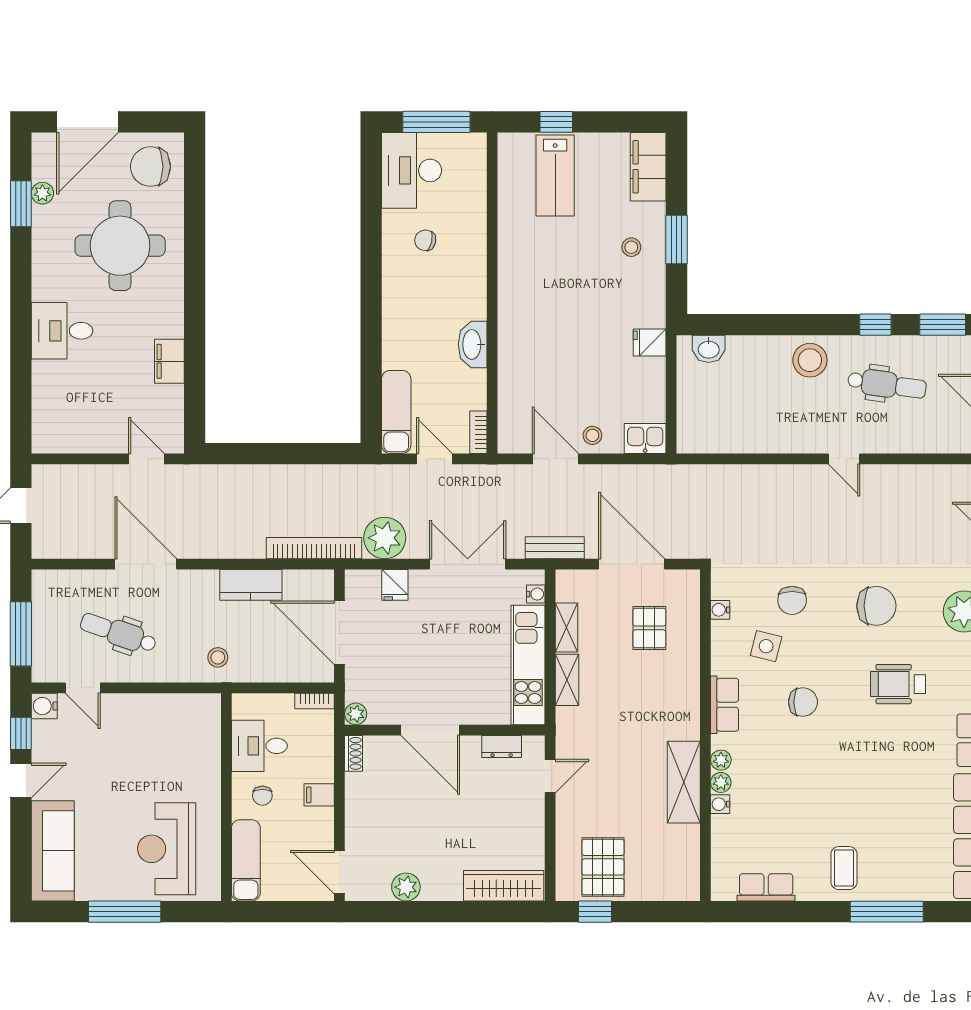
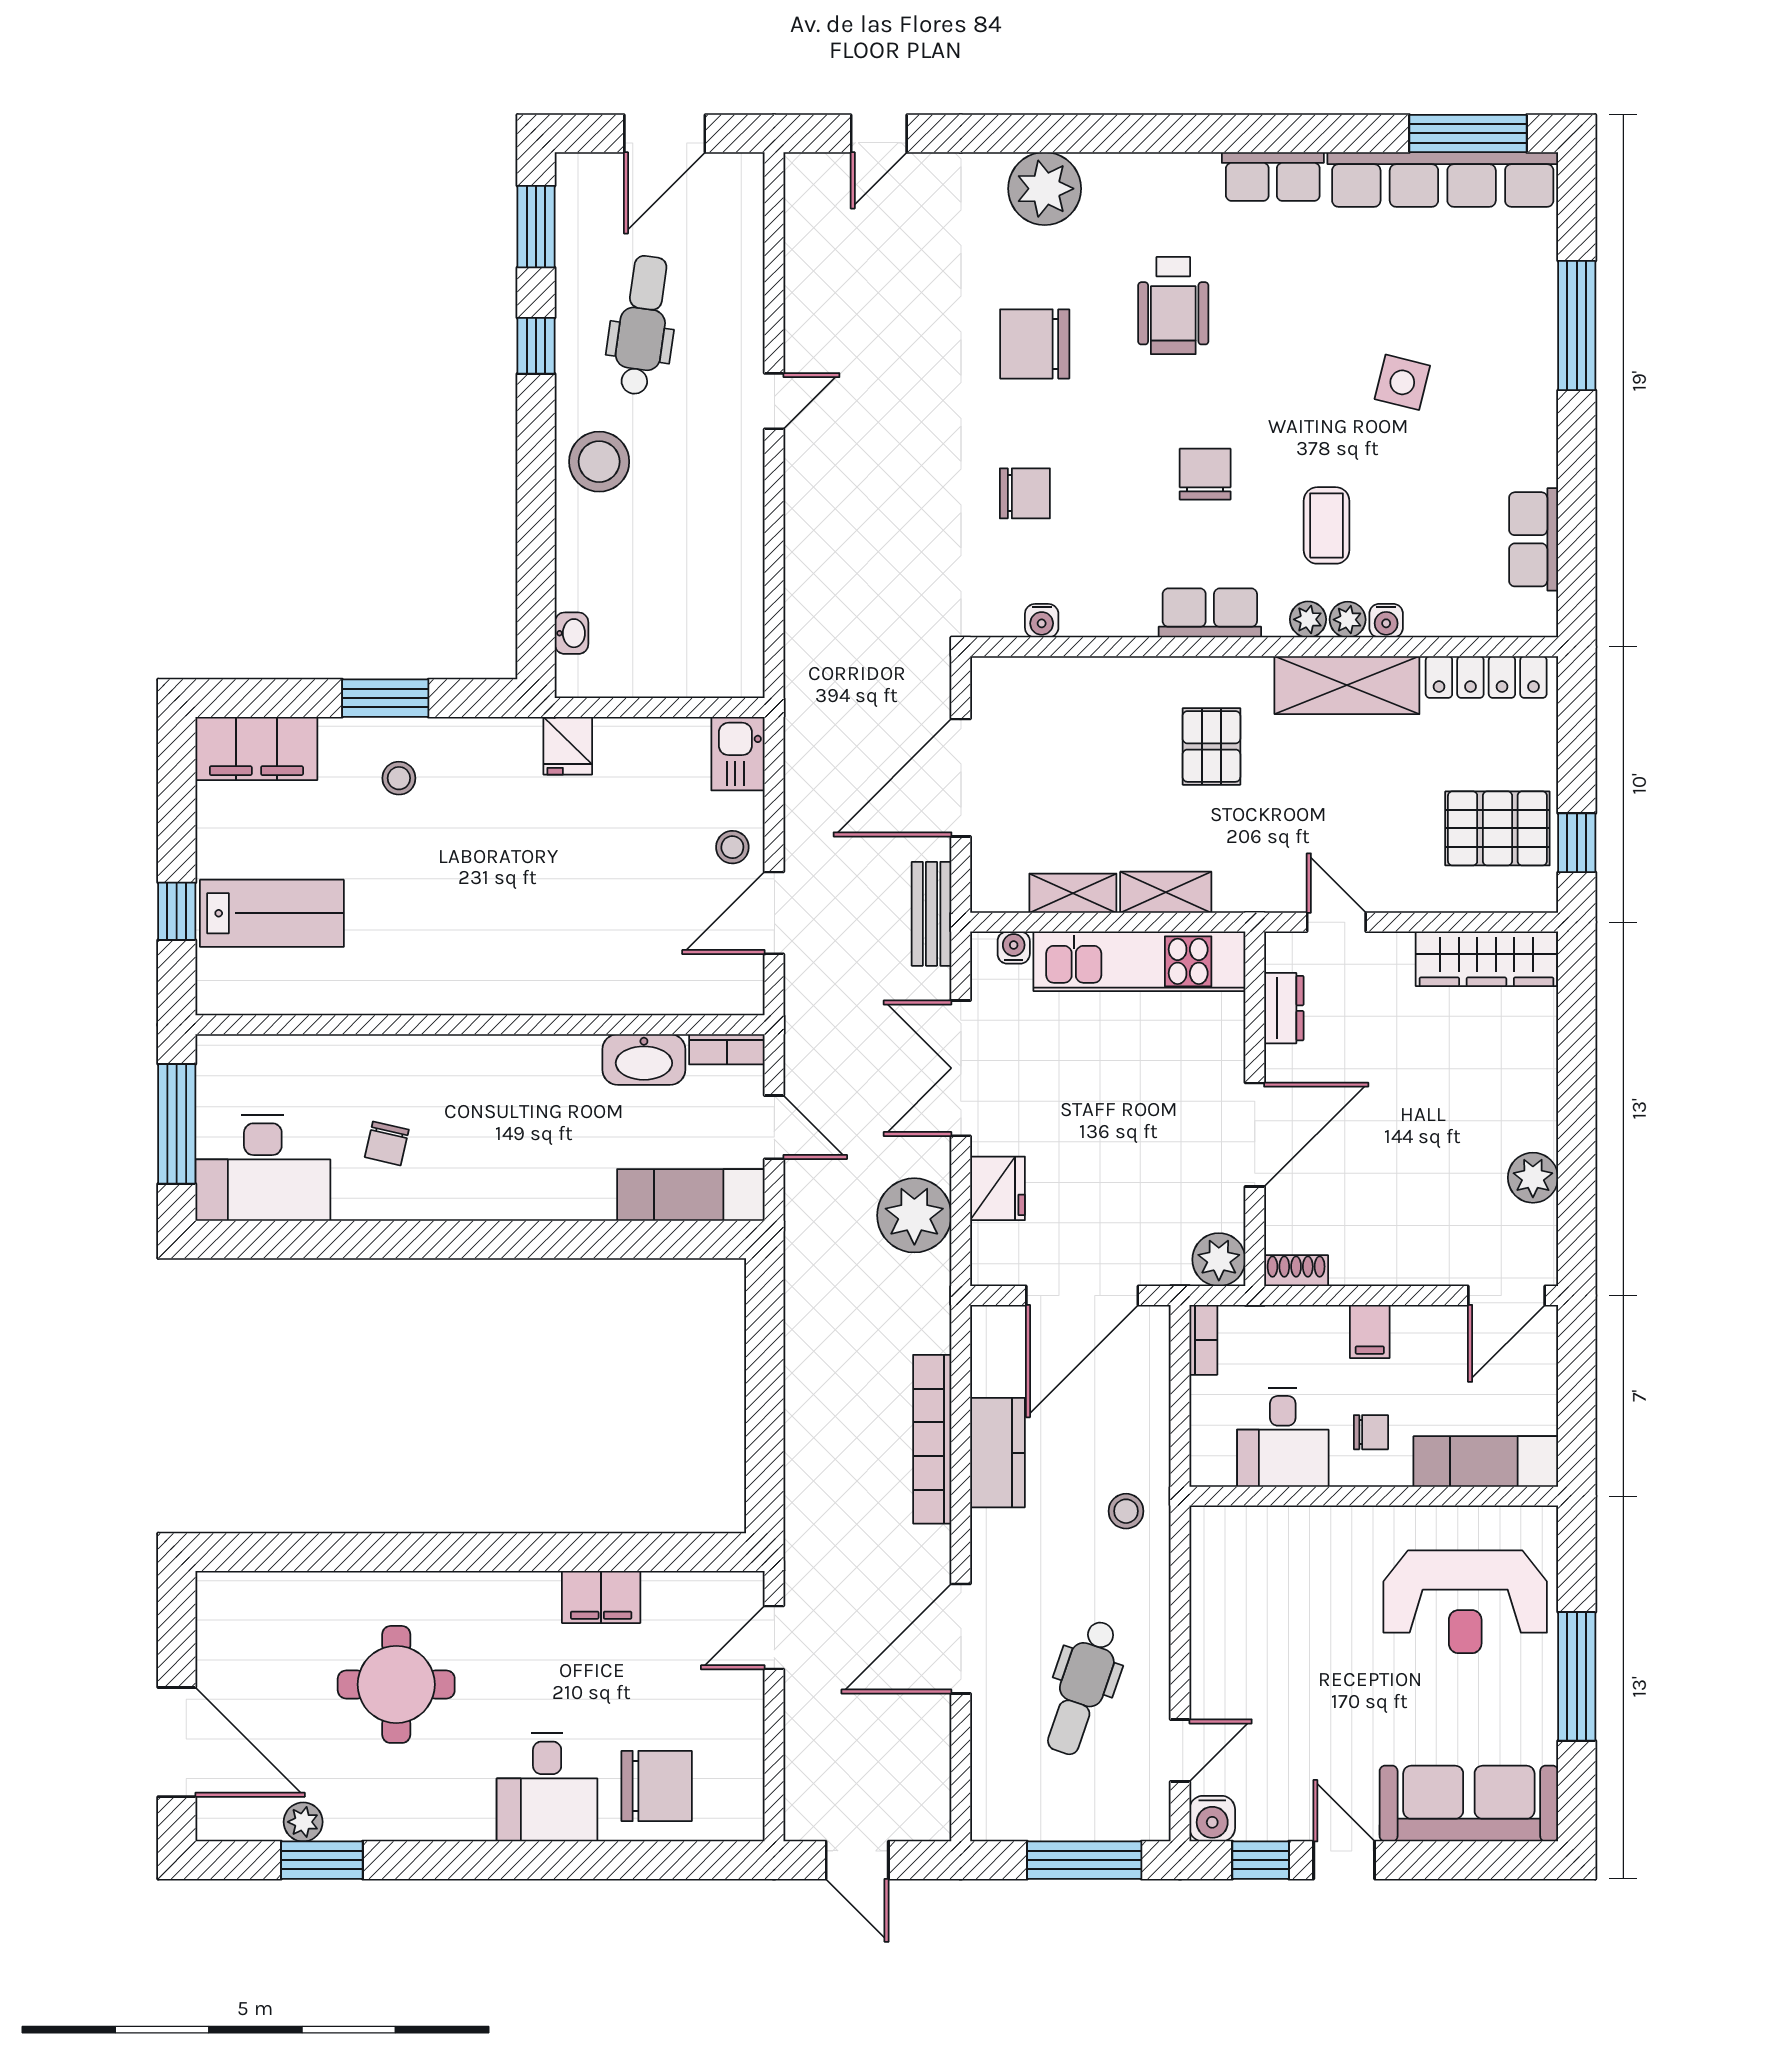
chair: (150, 167) -> (657, 1786), moved, turned -90
round table: (120, 246) -> (396, 1684), width x0.73, depth x0.73
washbasin: (473, 344) -> (644, 1060), moved
washbasin: (709, 349) -> (572, 633), width x0.72, depth x0.69
door: (434, 459) -> (774, 1127), swing flipped
bookcase: (314, 548) -> (932, 1439), moved
fridge: (395, 585) -> (997, 1188), width x1.38
chair: (876, 606) -> (1035, 344), turned -90
pallet: (649, 628) -> (1211, 746), moved, turned 90
side table: (766, 646) -> (1402, 382), moved
plant: (356, 714) -> (1219, 1260), width x1.38, depth x1.38
locker: (688, 861) -> (1486, 677), added
coffee table: (844, 868) -> (1327, 525), moved, turned 90
wardrobe: (504, 886) -> (1486, 959), moved, turned -90

